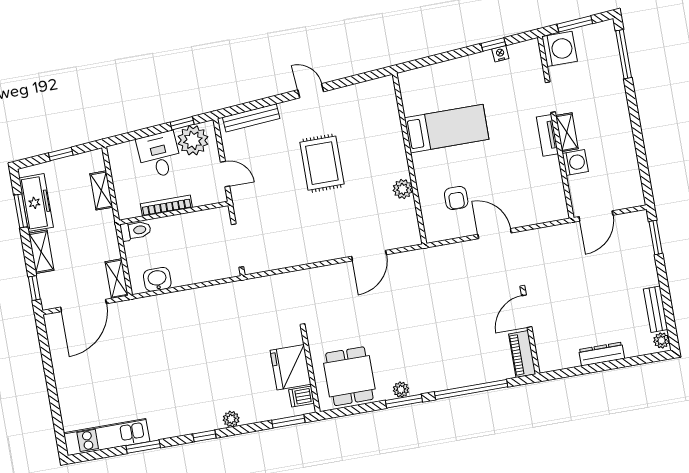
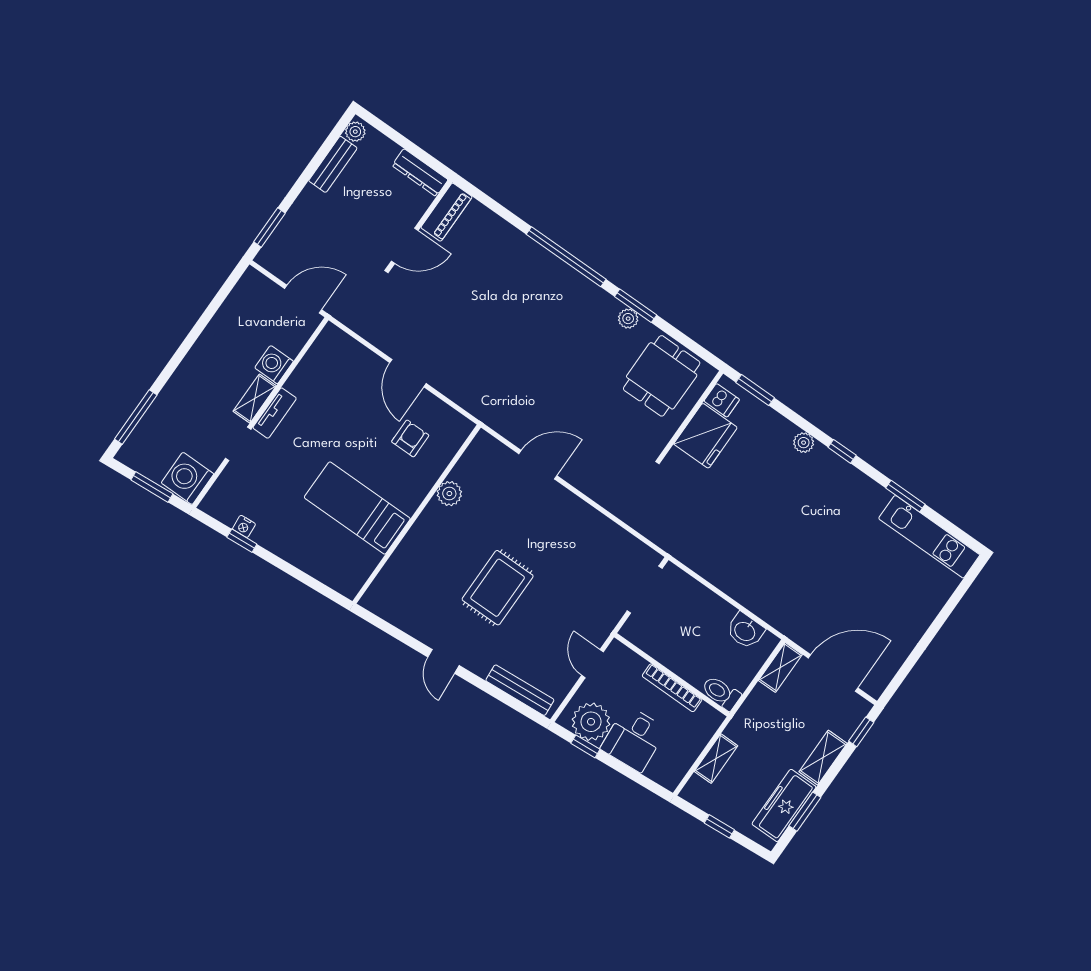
door: (527, 311) -> (405, 246), moved
wall: (530, 332) -> (420, 224), moved
piano: (522, 354) -> (446, 212), moved

